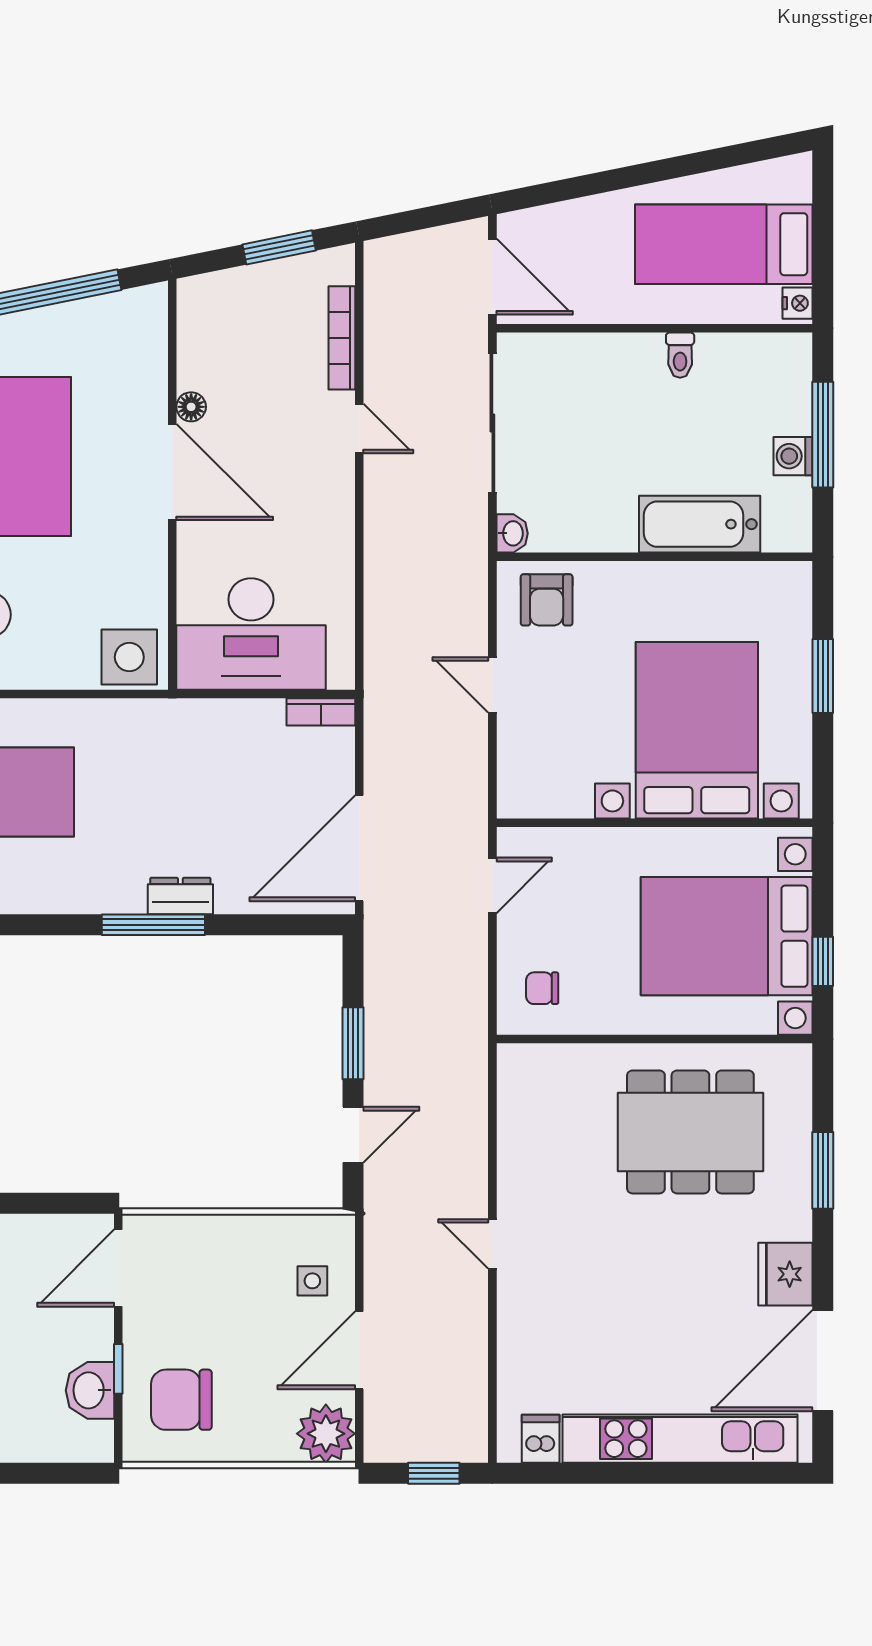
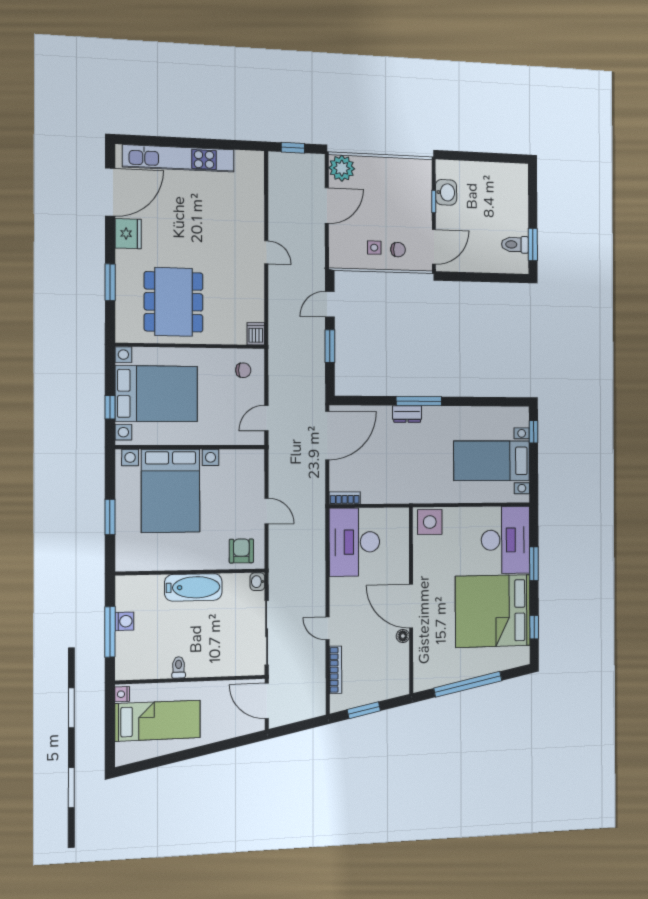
bathtub: (700, 524) -> (193, 587), moved
desk: (251, 634) -> (354, 542), moved, turned -90
window: (823, 961) -> (110, 407), moved
dining table: (690, 1132) -> (174, 302), turned 90
side table: (312, 1281) -> (374, 248), moved
chair: (181, 1400) -> (398, 250), moved, width x0.54, depth x0.54
dishwasher: (541, 1439) -> (256, 334), moved, turned 180

